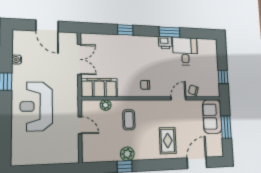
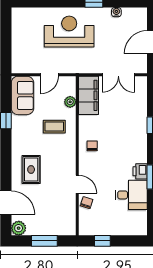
sofa: (212, 117) -> (22, 95), moved, turned 90
rug: (168, 141) -> (31, 170), turned 90
plant: (127, 154) -> (19, 228), moved

